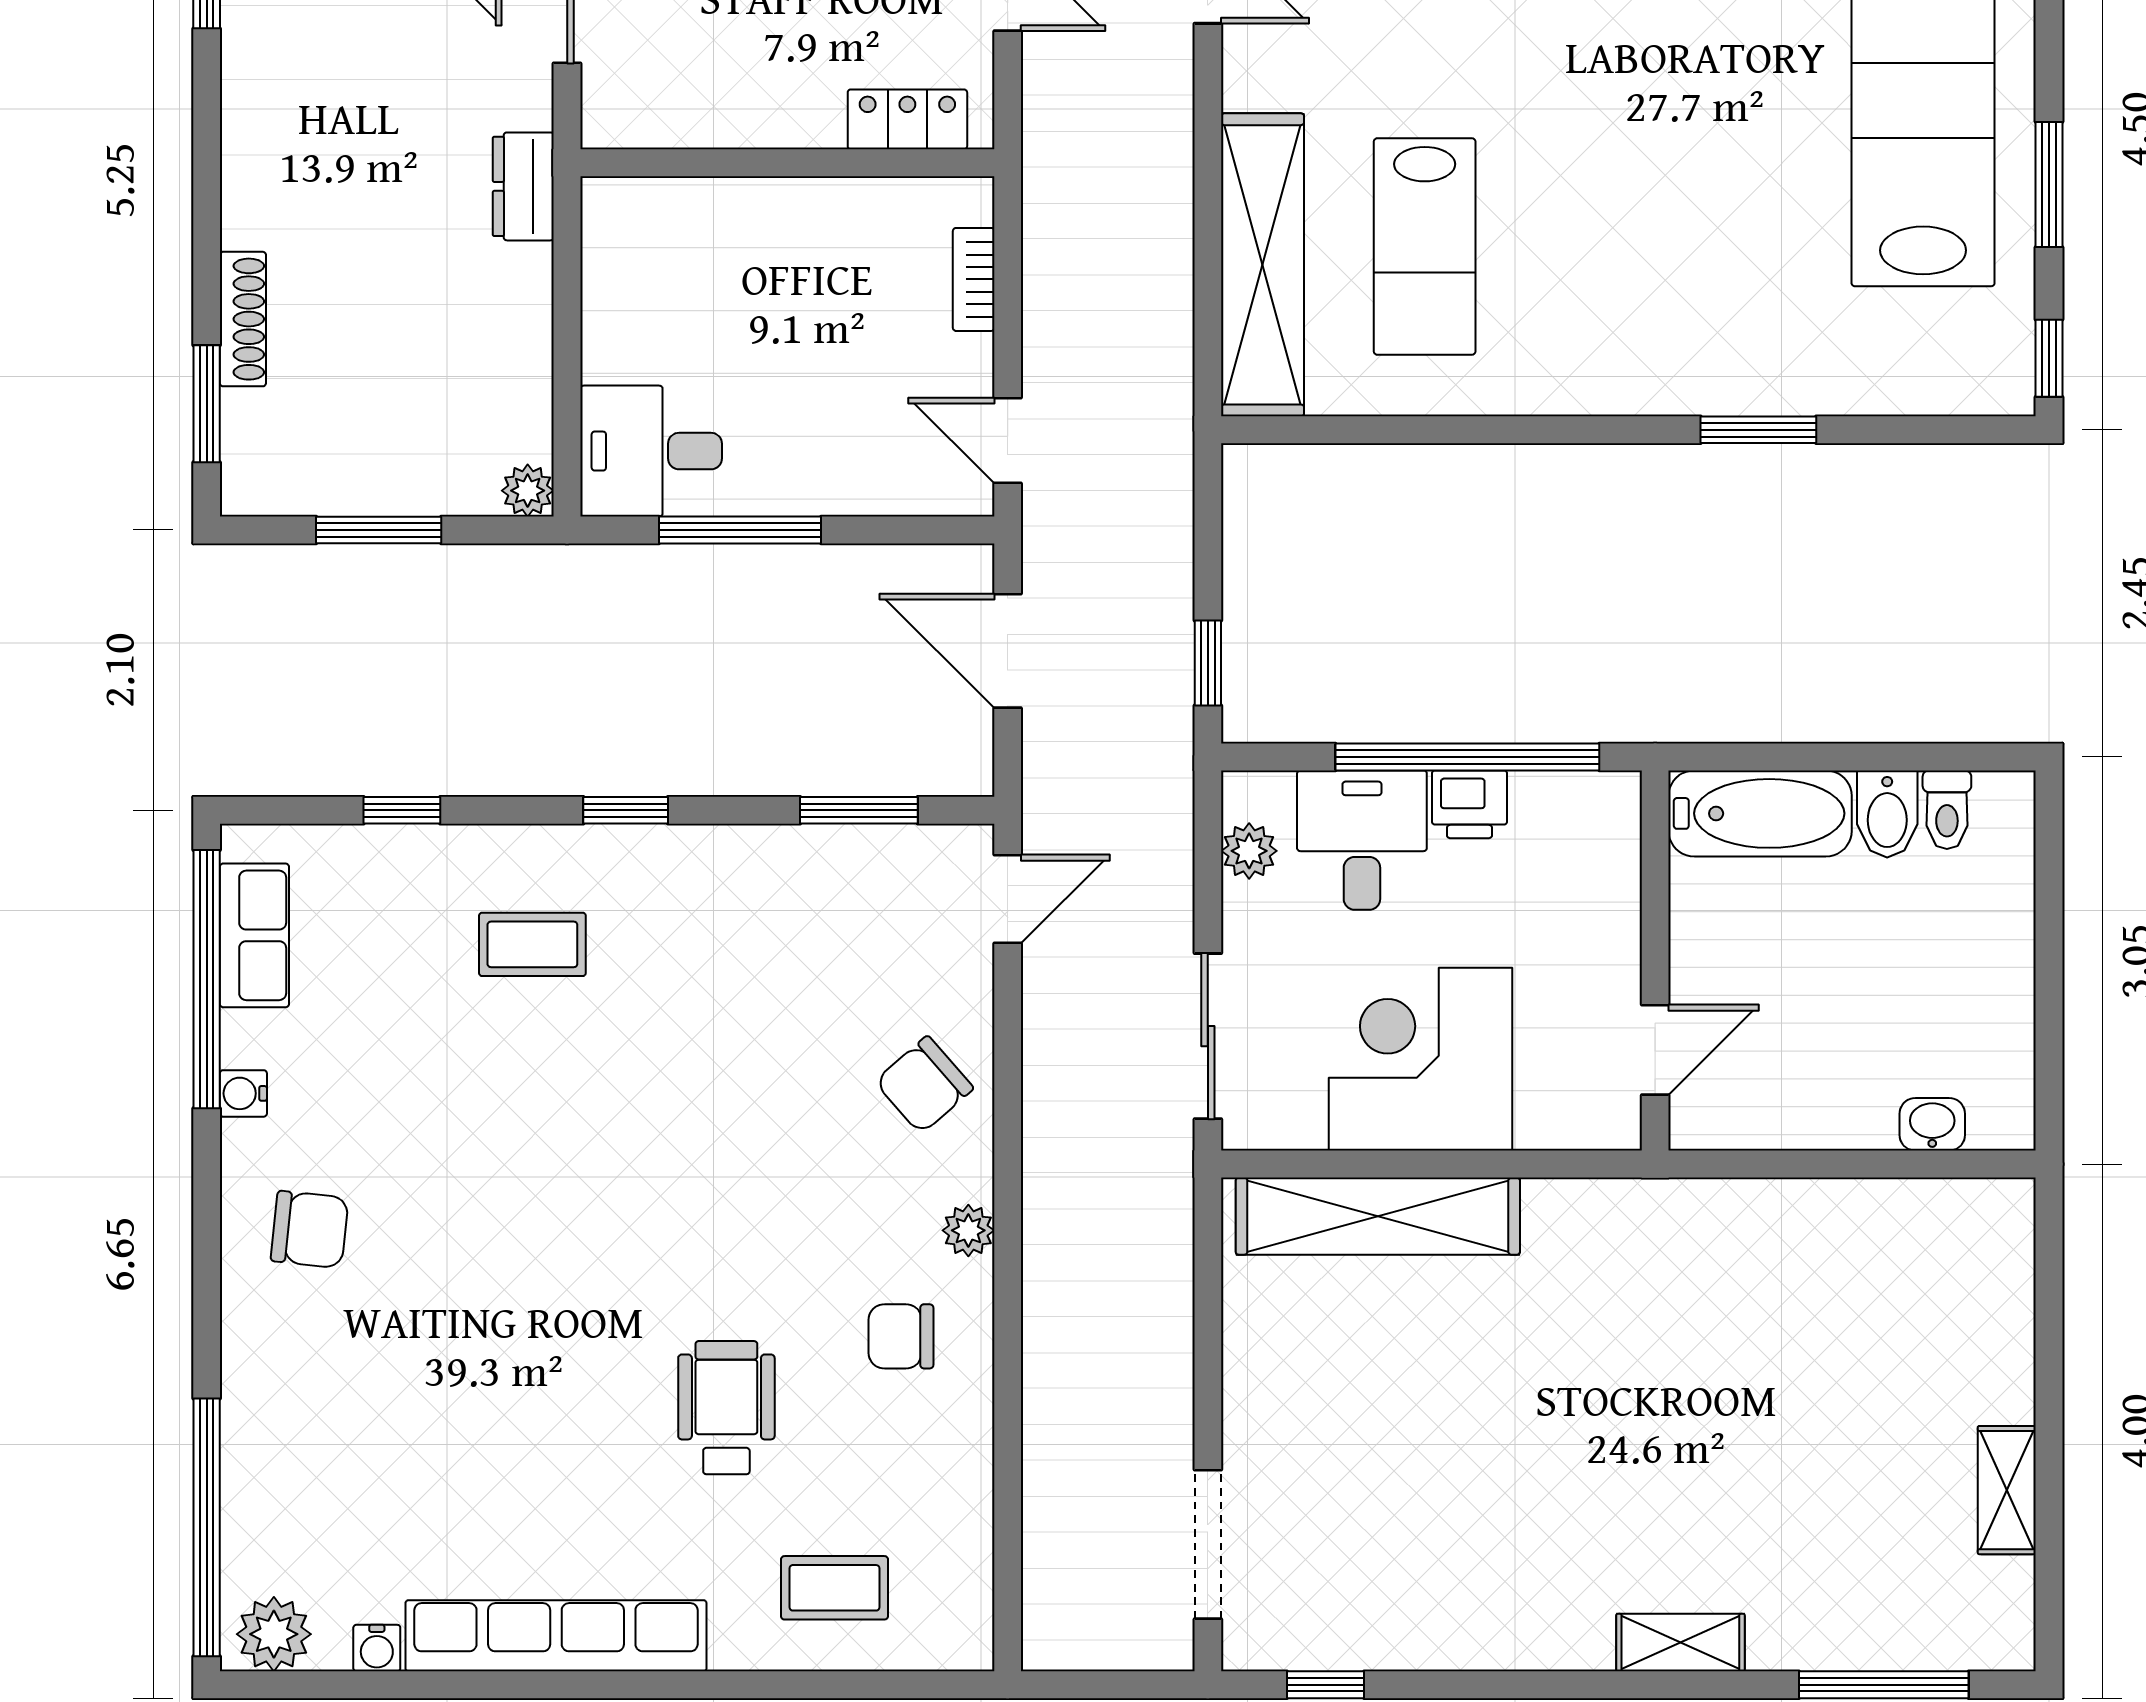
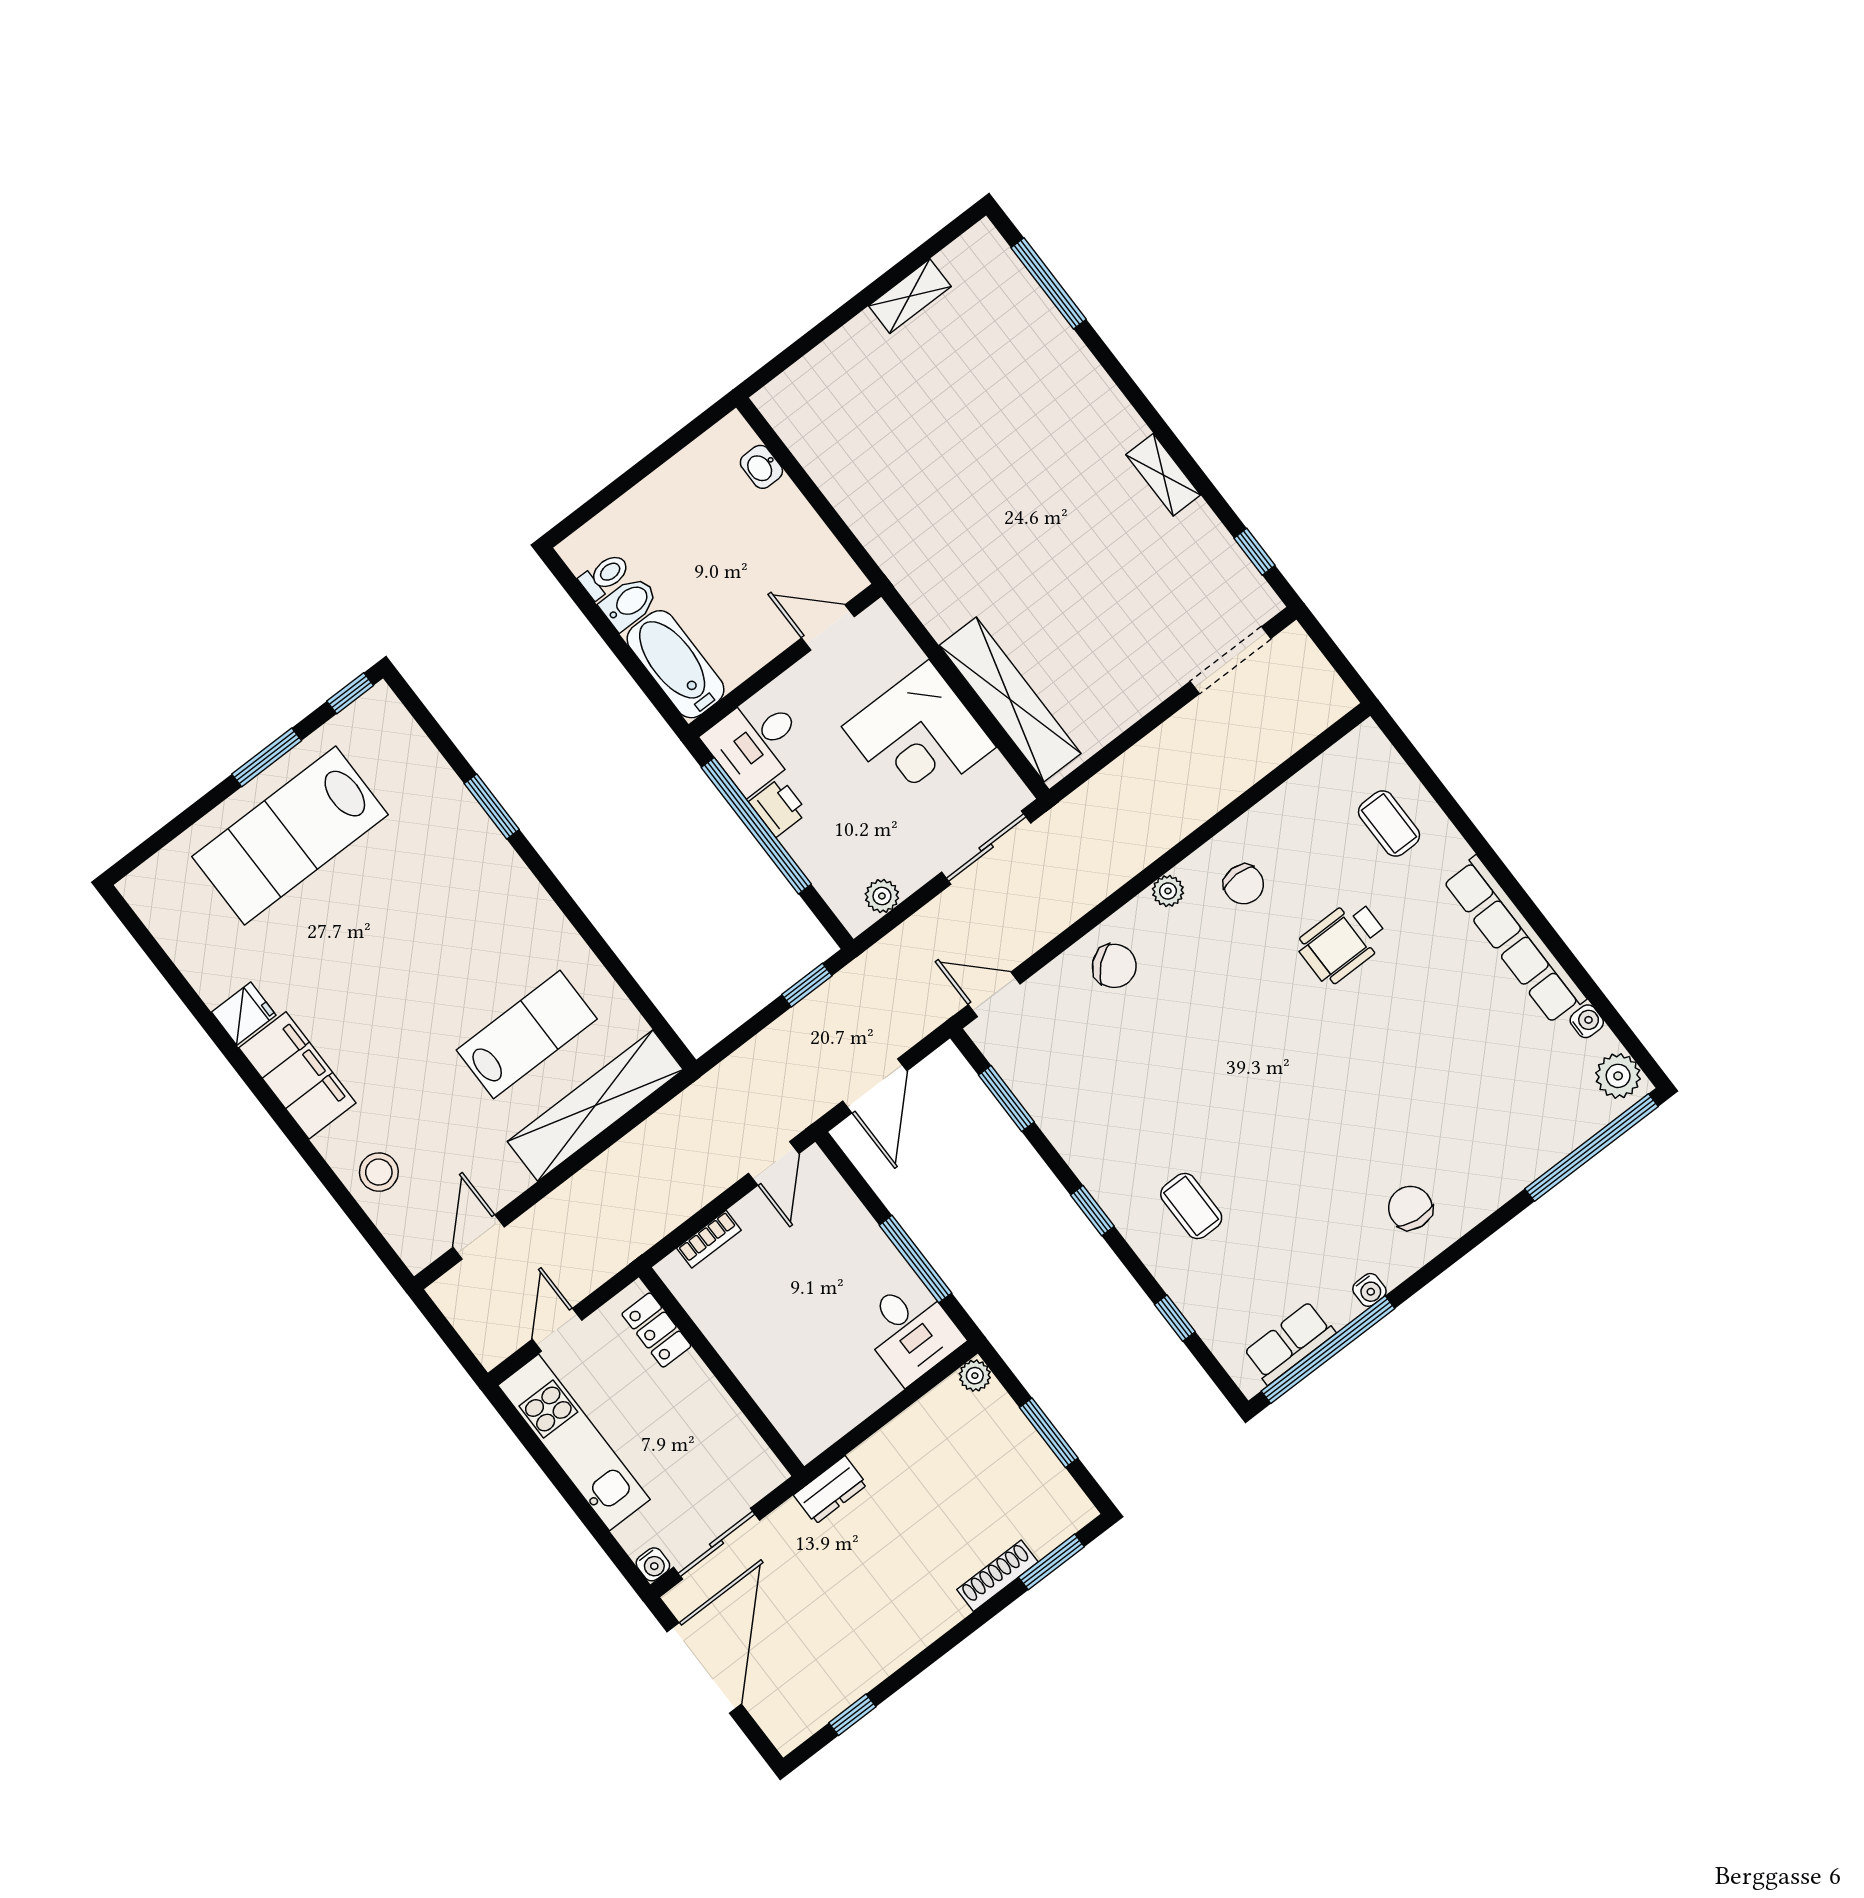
desk: (1362, 840) -> (756, 742), moved
shelving: (1680, 1643) -> (1163, 475), moved

